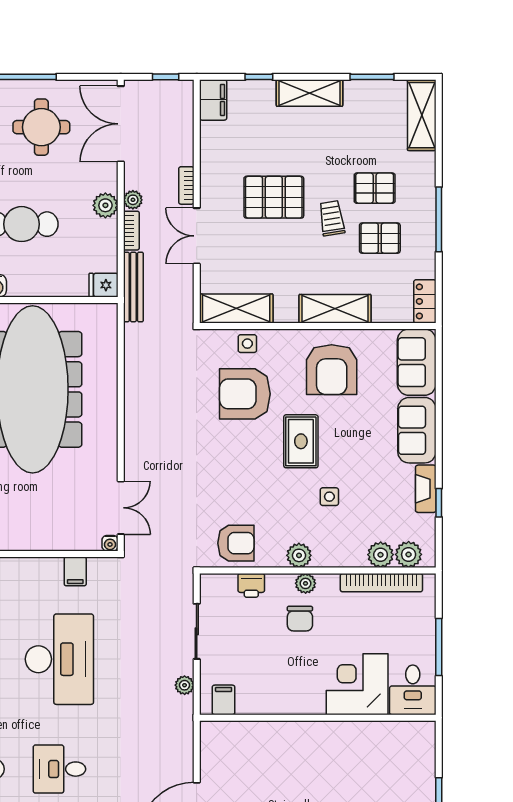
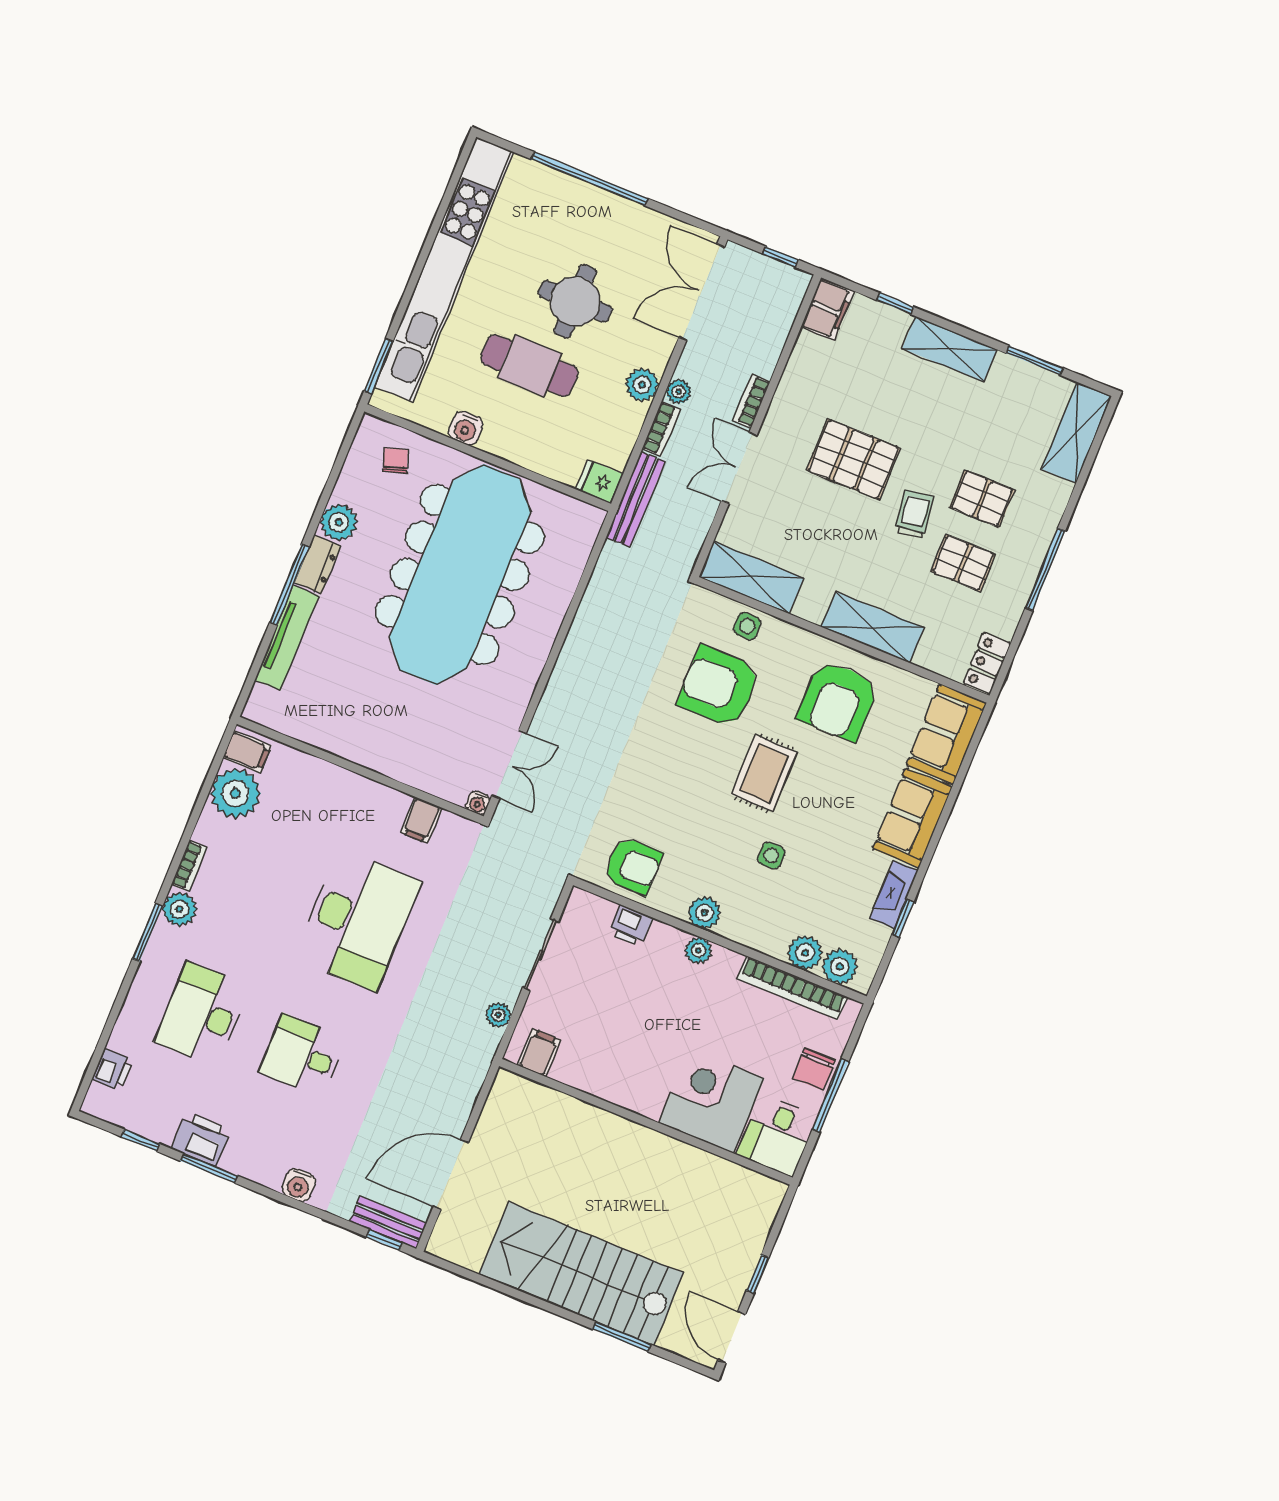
round table: (41, 127) -> (575, 301), moved
chair: (300, 619) -> (814, 1069), moved

